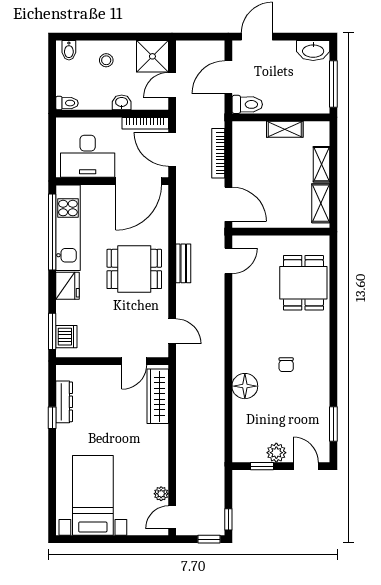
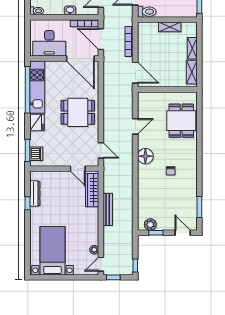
door: (139, 181) -> (80, 59), hinge flipped
door: (228, 261) -> (135, 126), moved
bench: (183, 263) -> (108, 209), moved, width x1.36
door: (134, 361) -> (78, 169), hinge flipped
floor lamp: (245, 386) -> (145, 156), moved
plant: (276, 453) -> (150, 225), moved
window: (209, 539) -> (113, 277), moved

